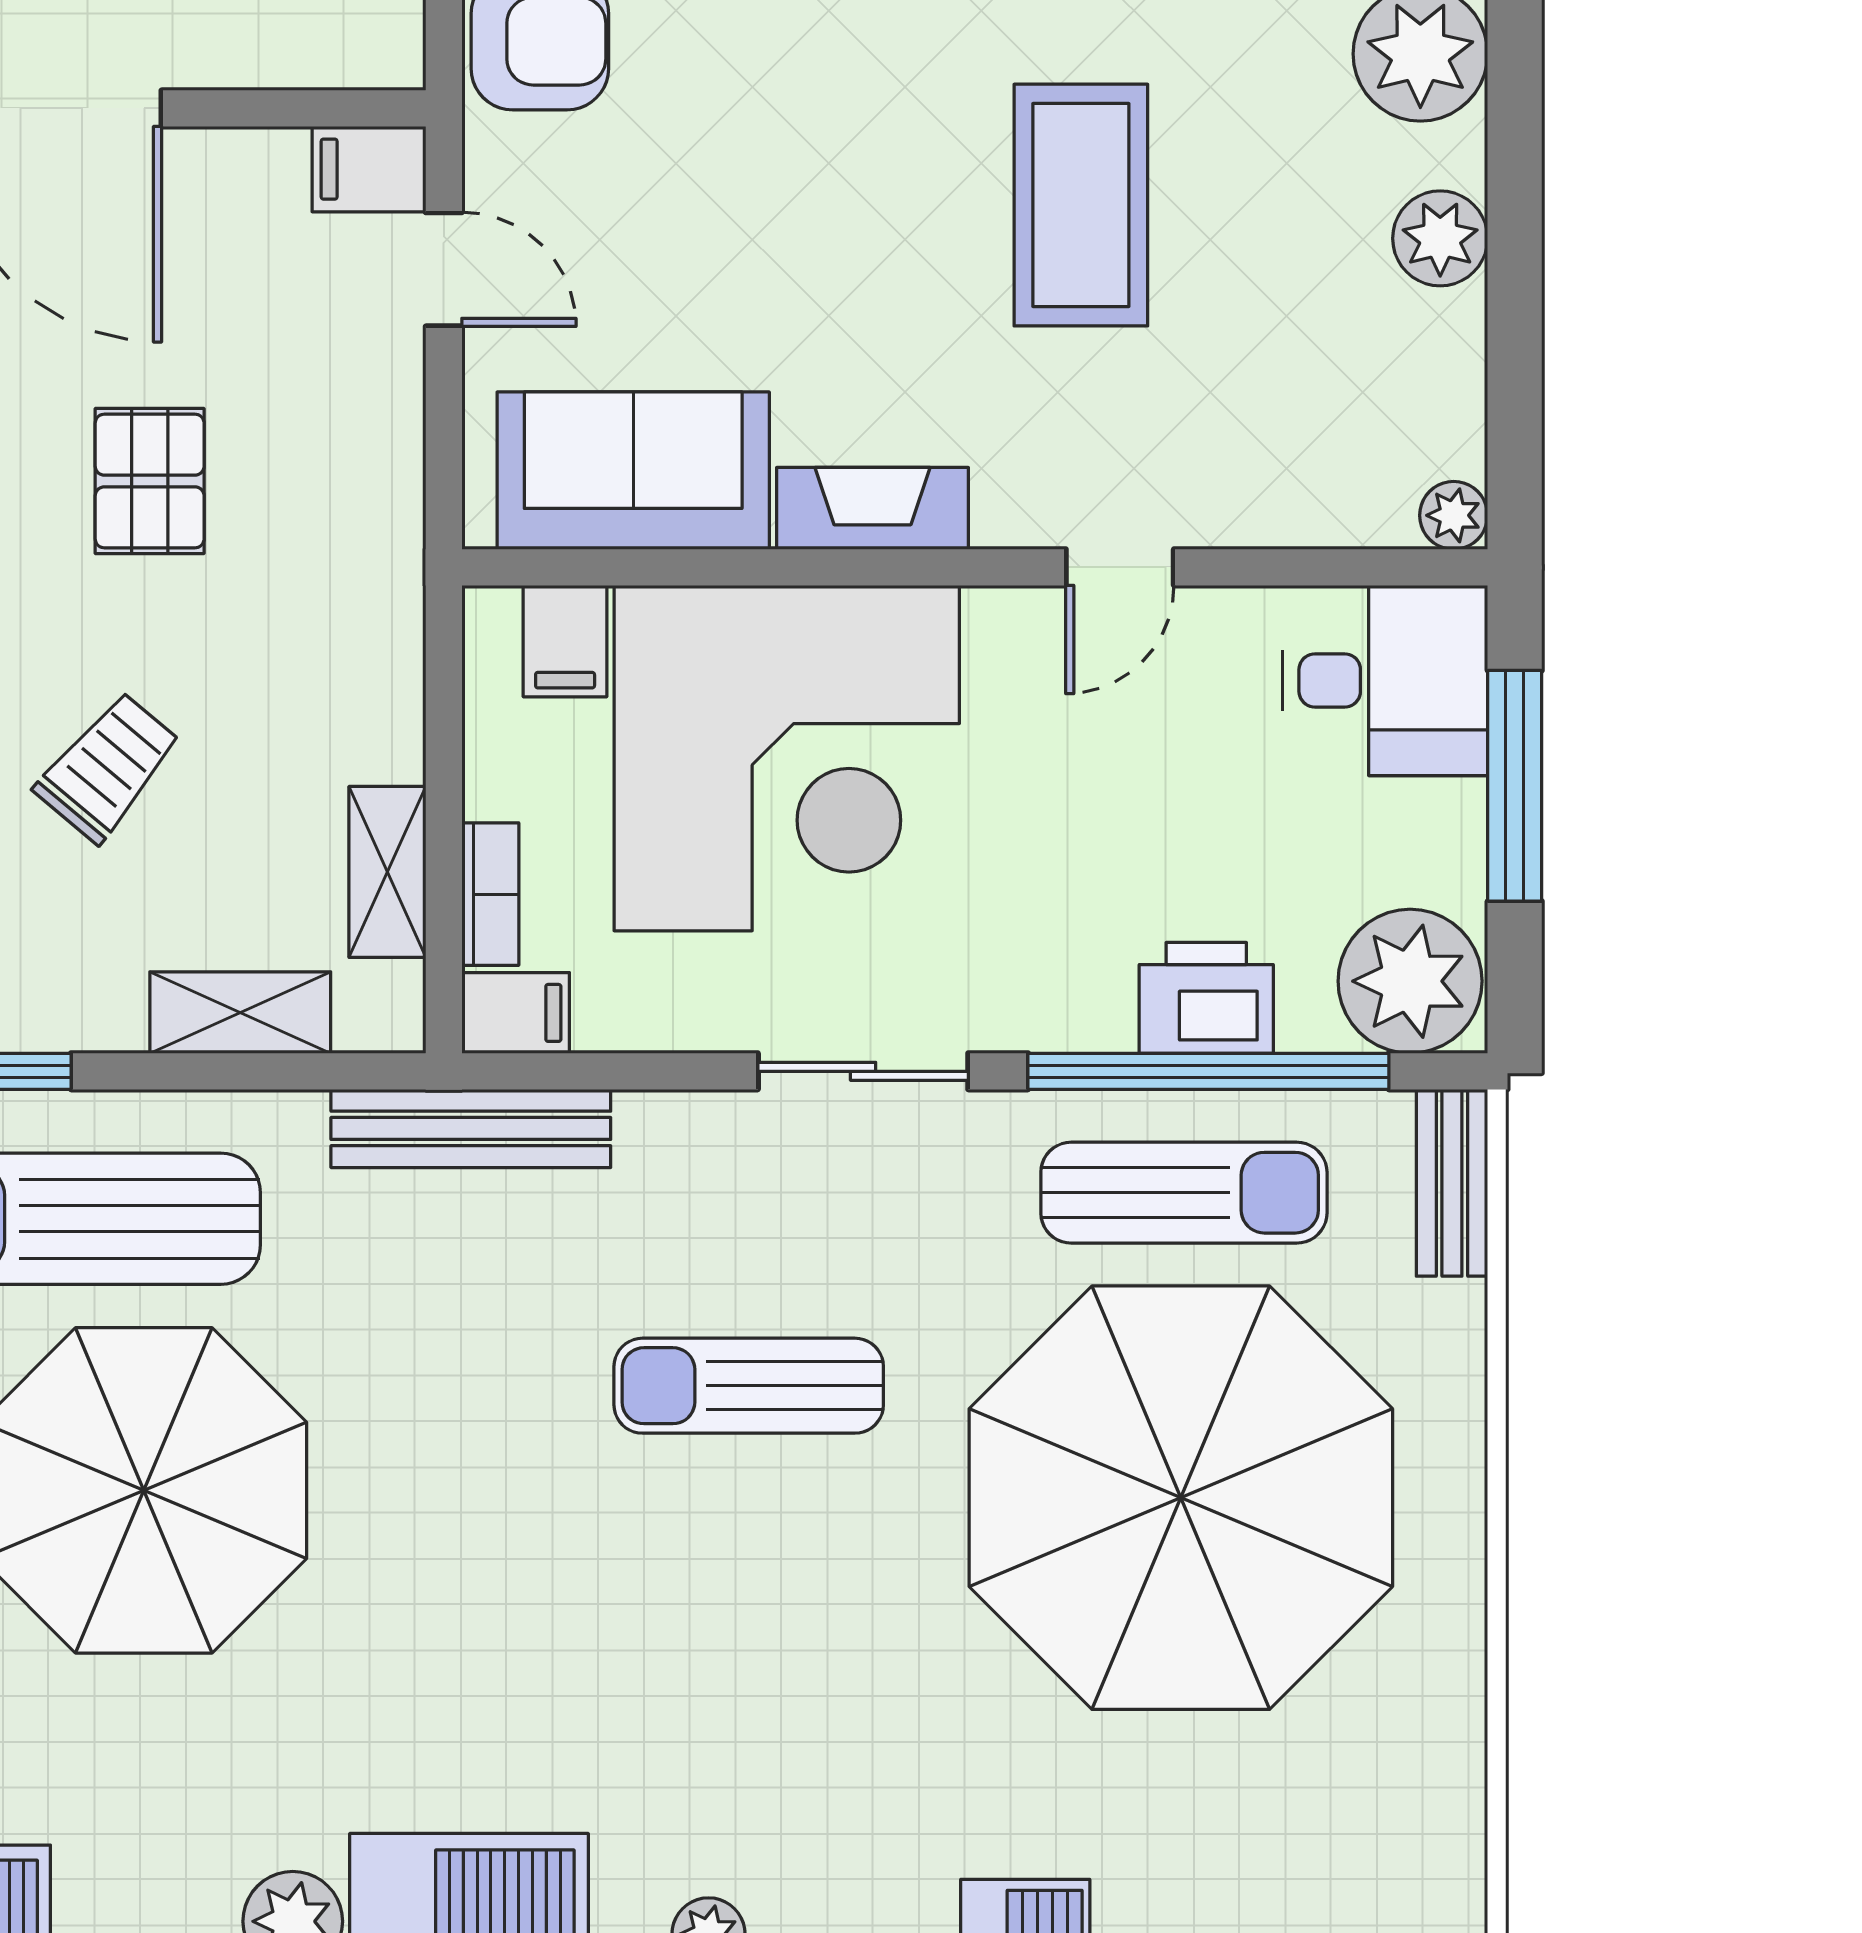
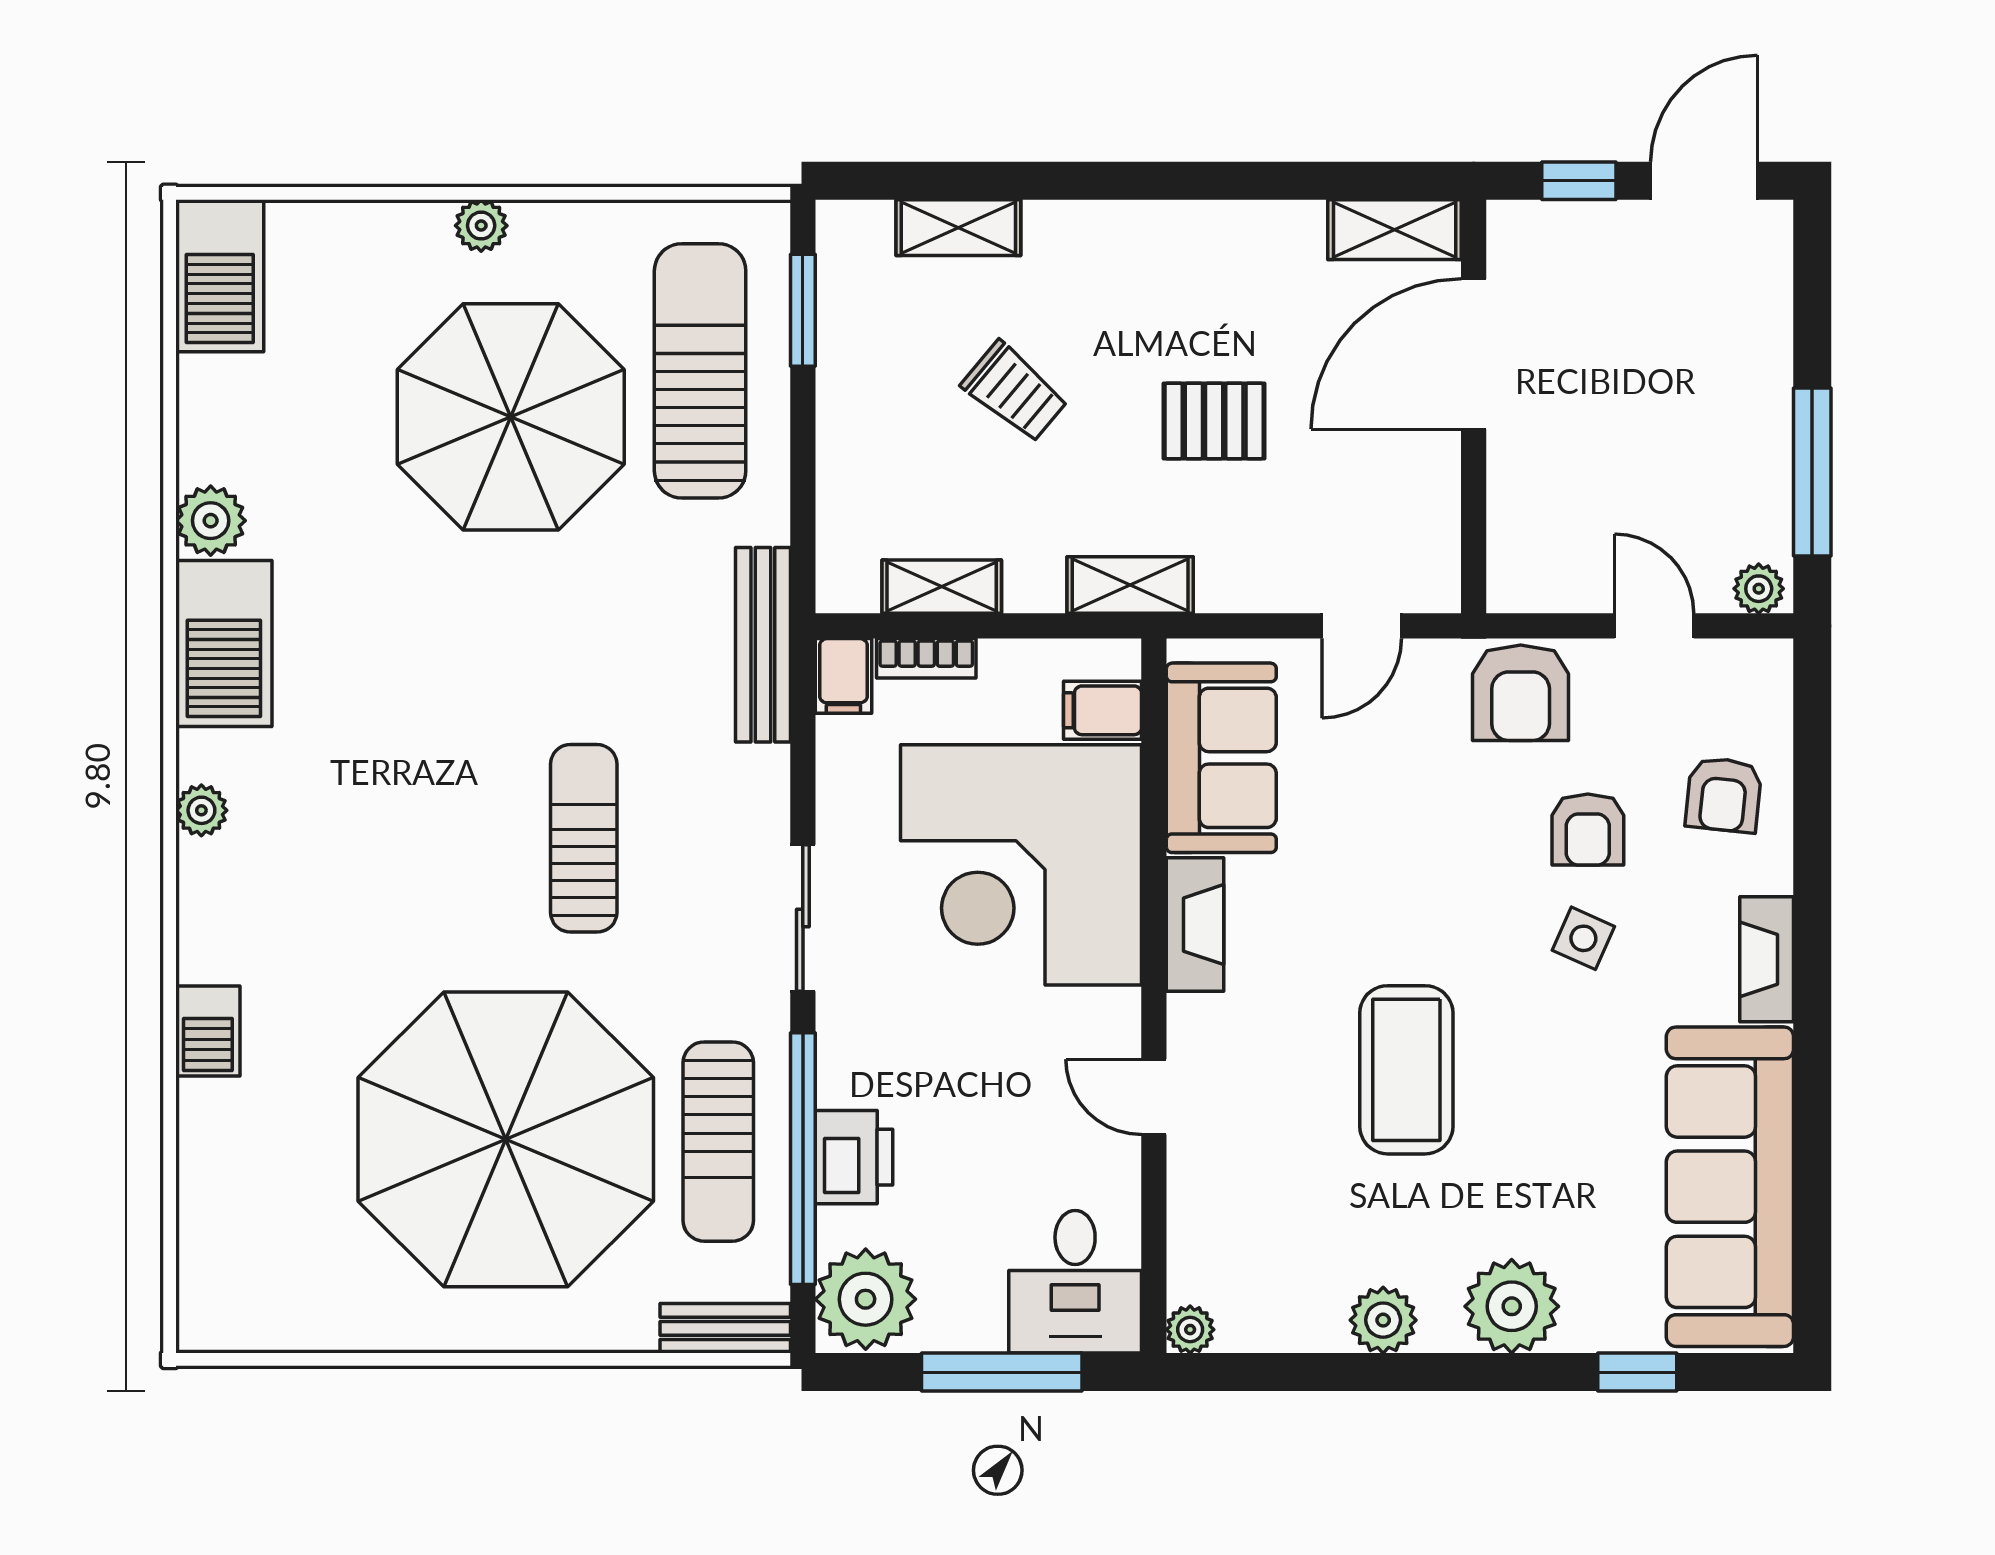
filing cabinet: (369, 169) -> (1431, 574), removed
coffee table: (1081, 205) -> (1406, 1070), turned 90
shelving: (240, 1013) -> (1130, 585), moved, turned 90

